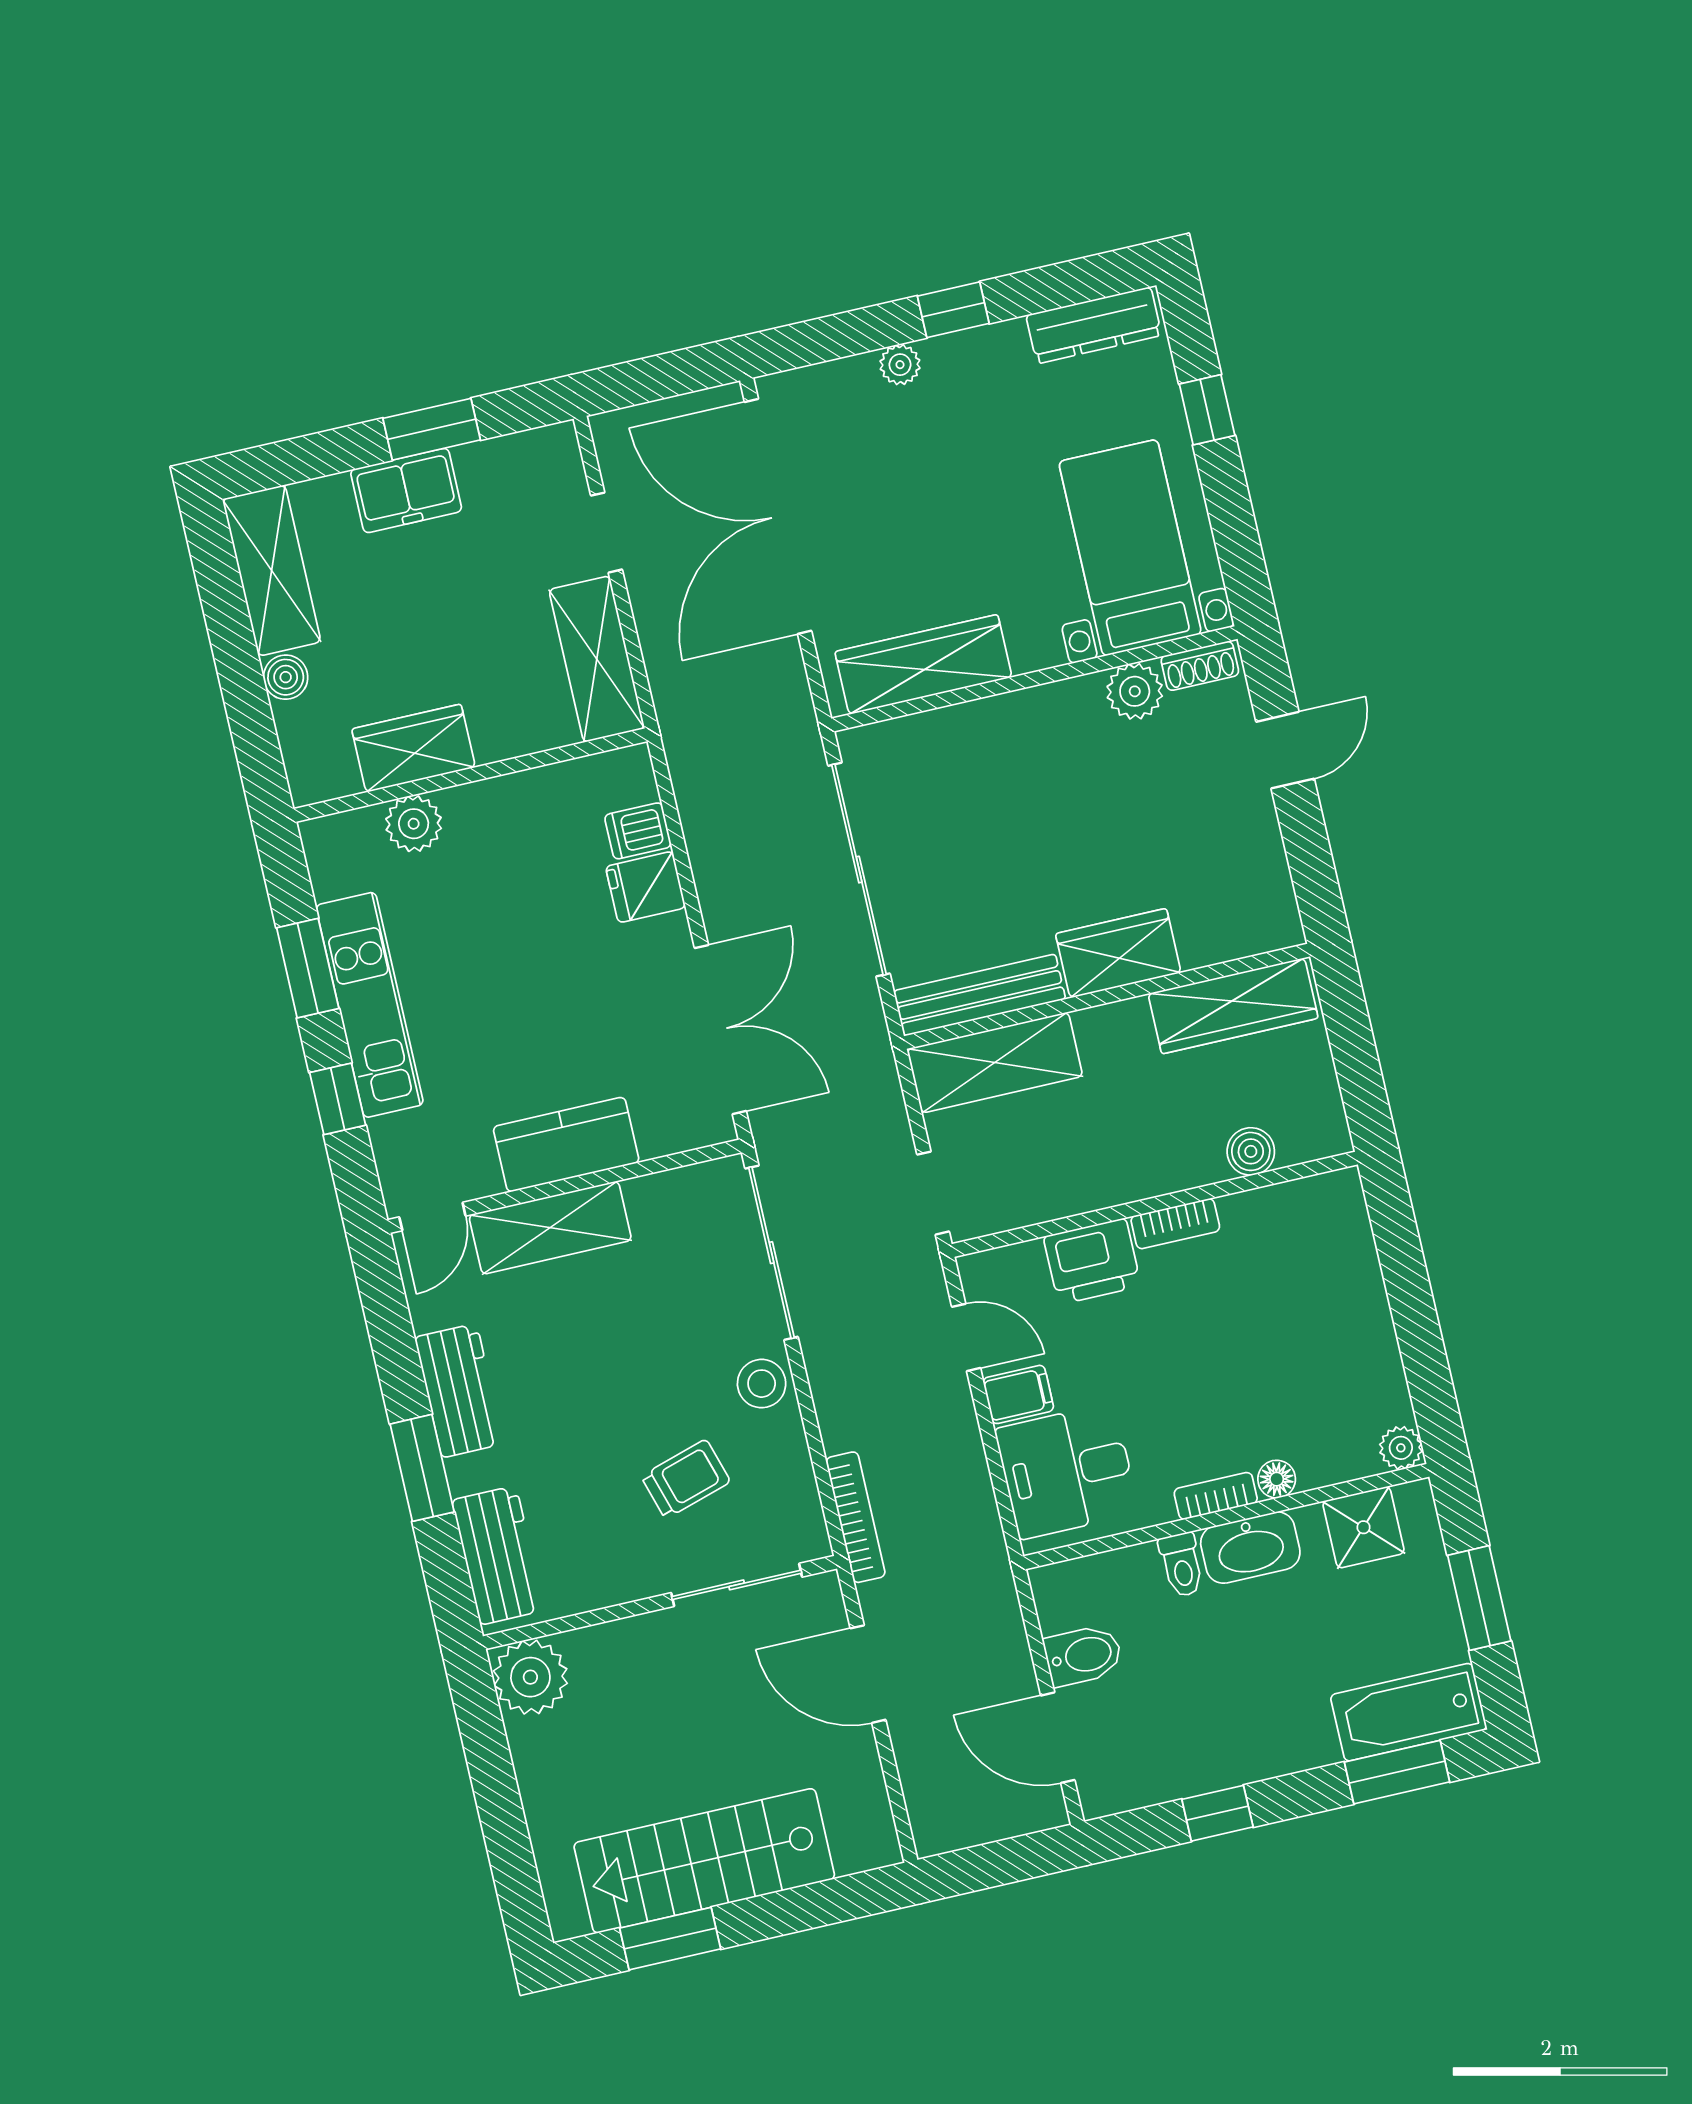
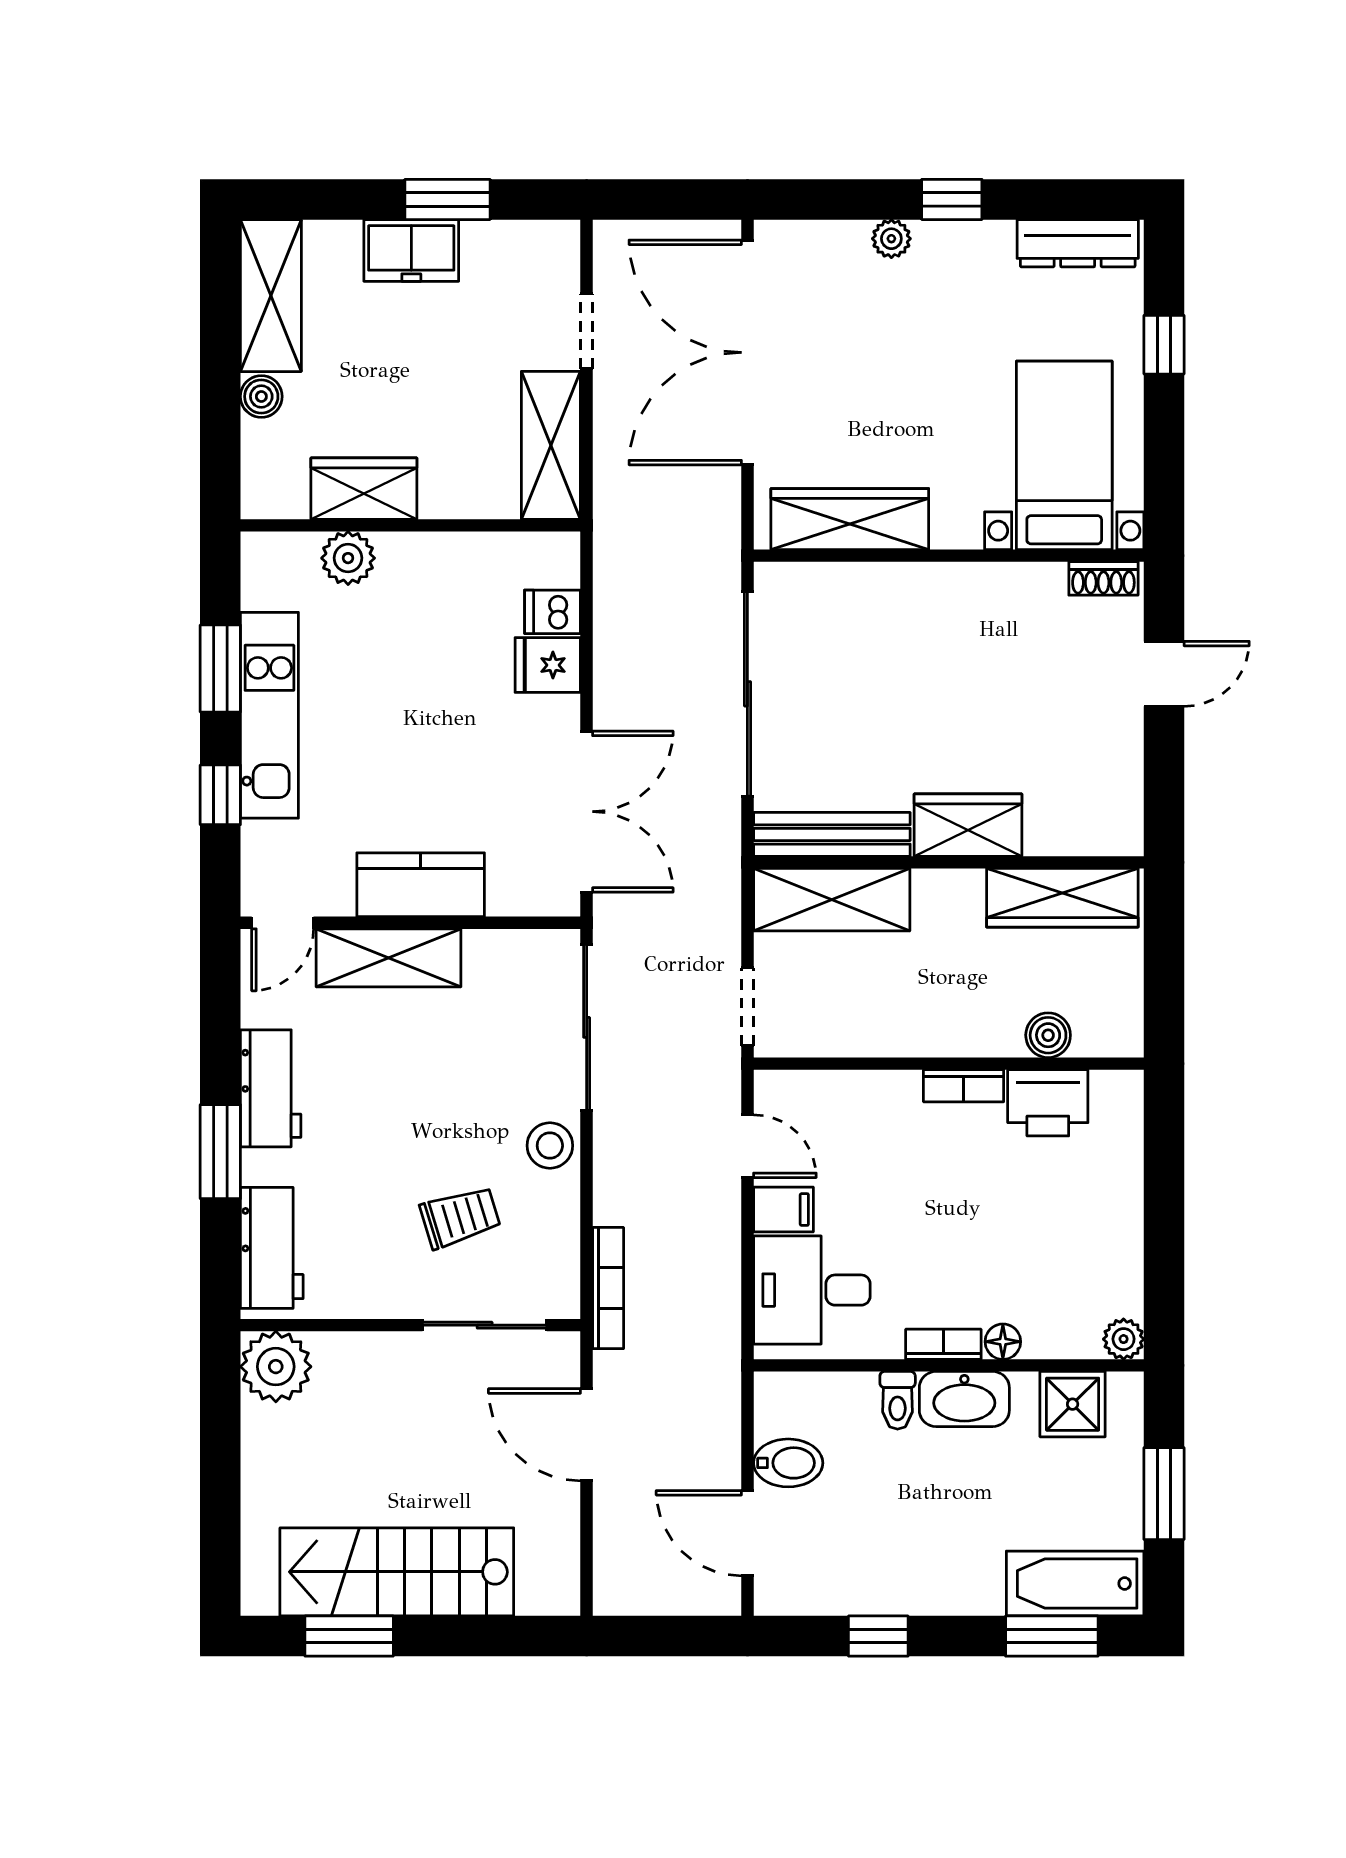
plant: (1135, 691) -> (1038, 588), removed
printer: (1092, 1261) -> (1048, 1103), moved

